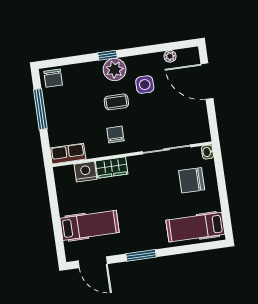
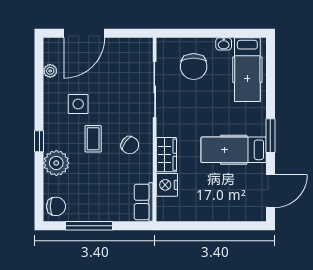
plant: (115, 70) -> (56, 163), moved
chair: (115, 135) -> (130, 145), turned -144
washbasin: (207, 152) -> (224, 44), moved
hospital bed: (90, 225) -> (234, 150), moved, turned -90

